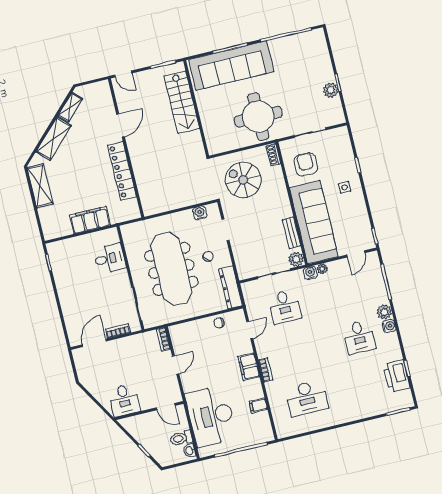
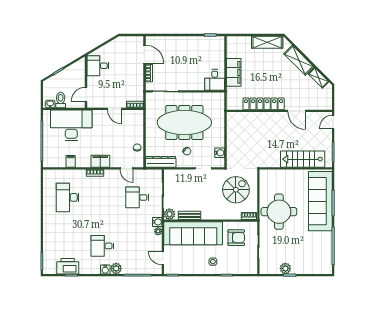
desk: (110, 258) -> (215, 80), moved

